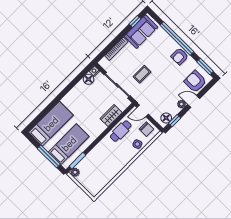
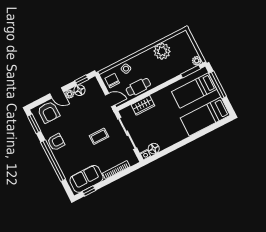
floor lamp: (166, 118) -> (79, 90), moved
plant: (110, 171) -> (162, 51), added

